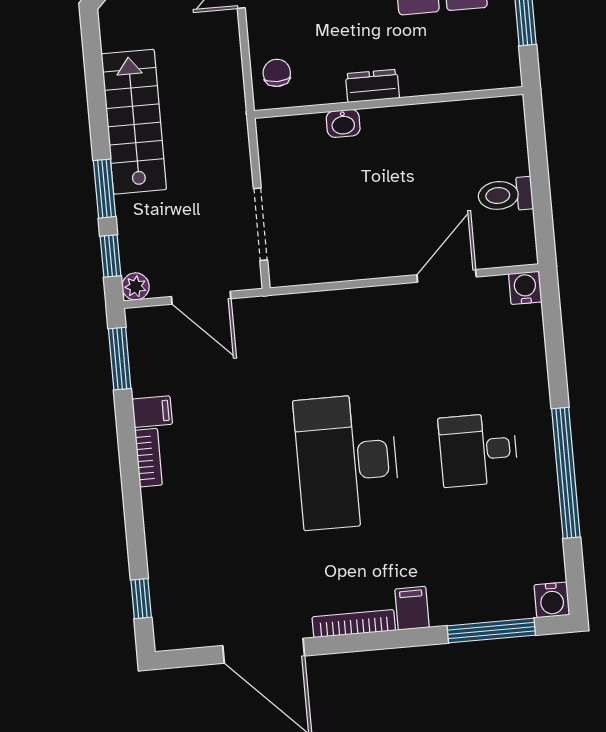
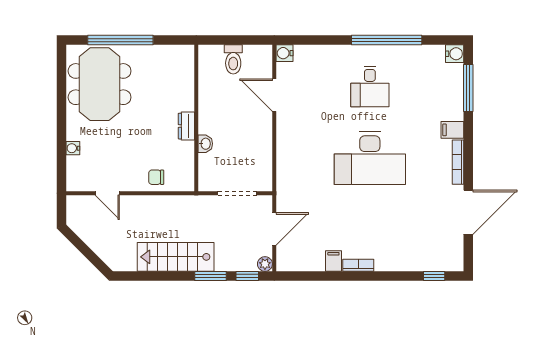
dresser: (372, 86) -> (186, 126), moved
wall: (389, 102) -> (196, 118), moved
washbasin: (343, 123) -> (205, 144), moved
window: (120, 359) -> (303, 276), removed

